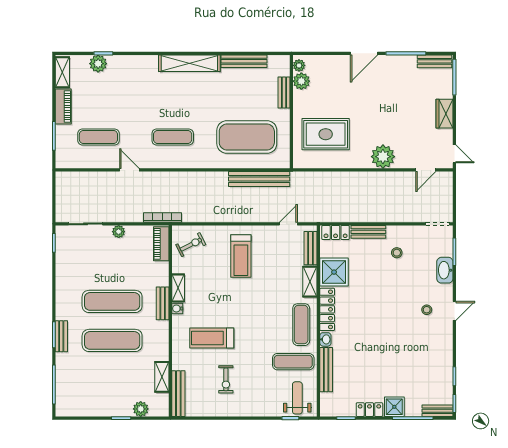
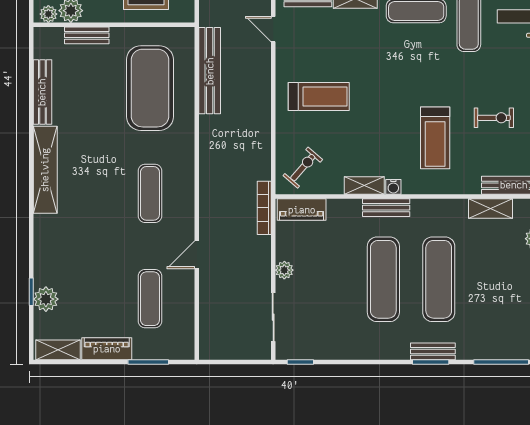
exercise bike: (191, 245) -> (303, 168), turned 68

